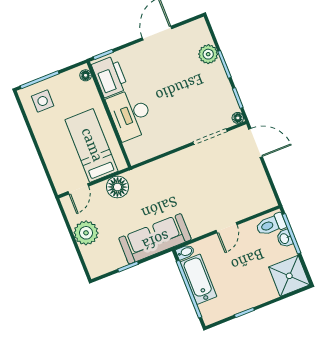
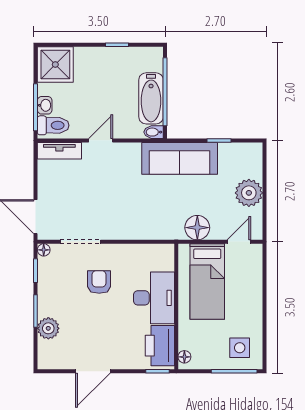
armchair: (181, 109) -> (99, 282), added
tv unit: (257, 206) -> (59, 151), added

